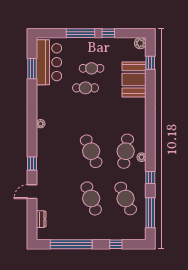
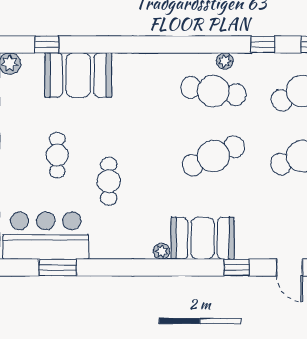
cafe table: (86, 88) -> (109, 181), moved
booth: (47, 145) -> (203, 238), added

